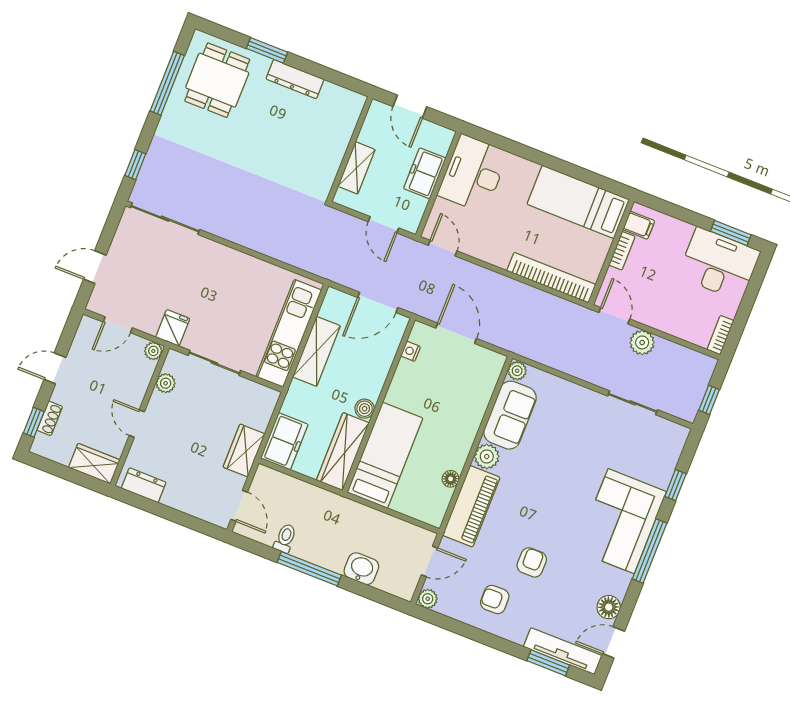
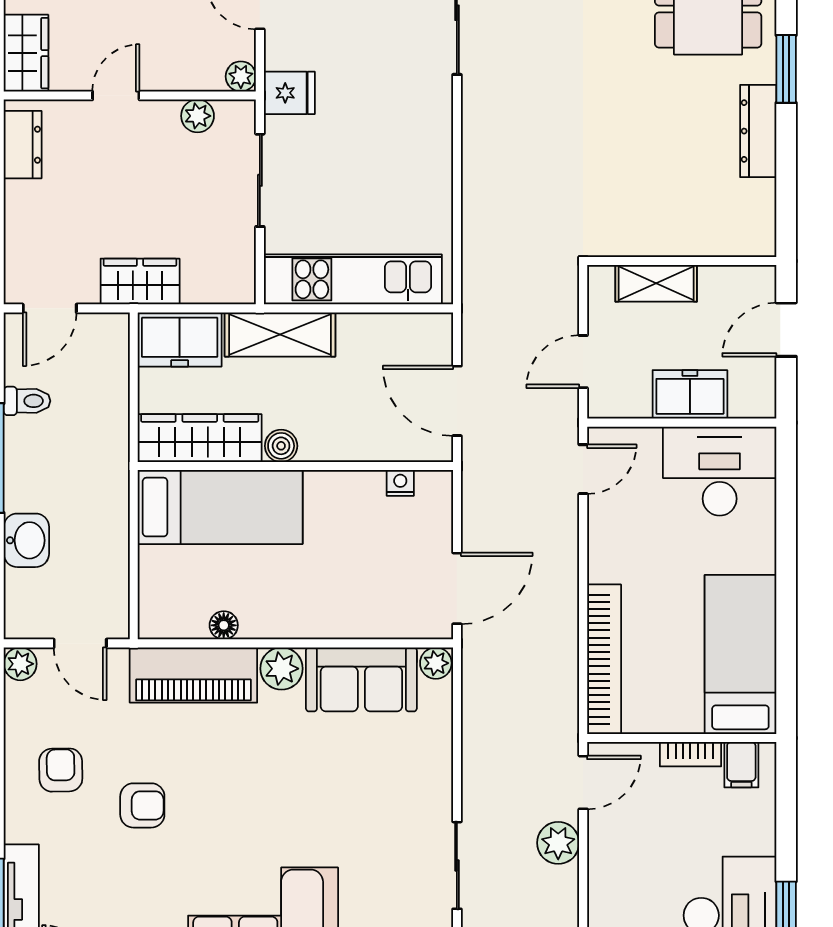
door: (456, 333) -> (457, 588), moved
shelving: (317, 351) -> (280, 334), moved

